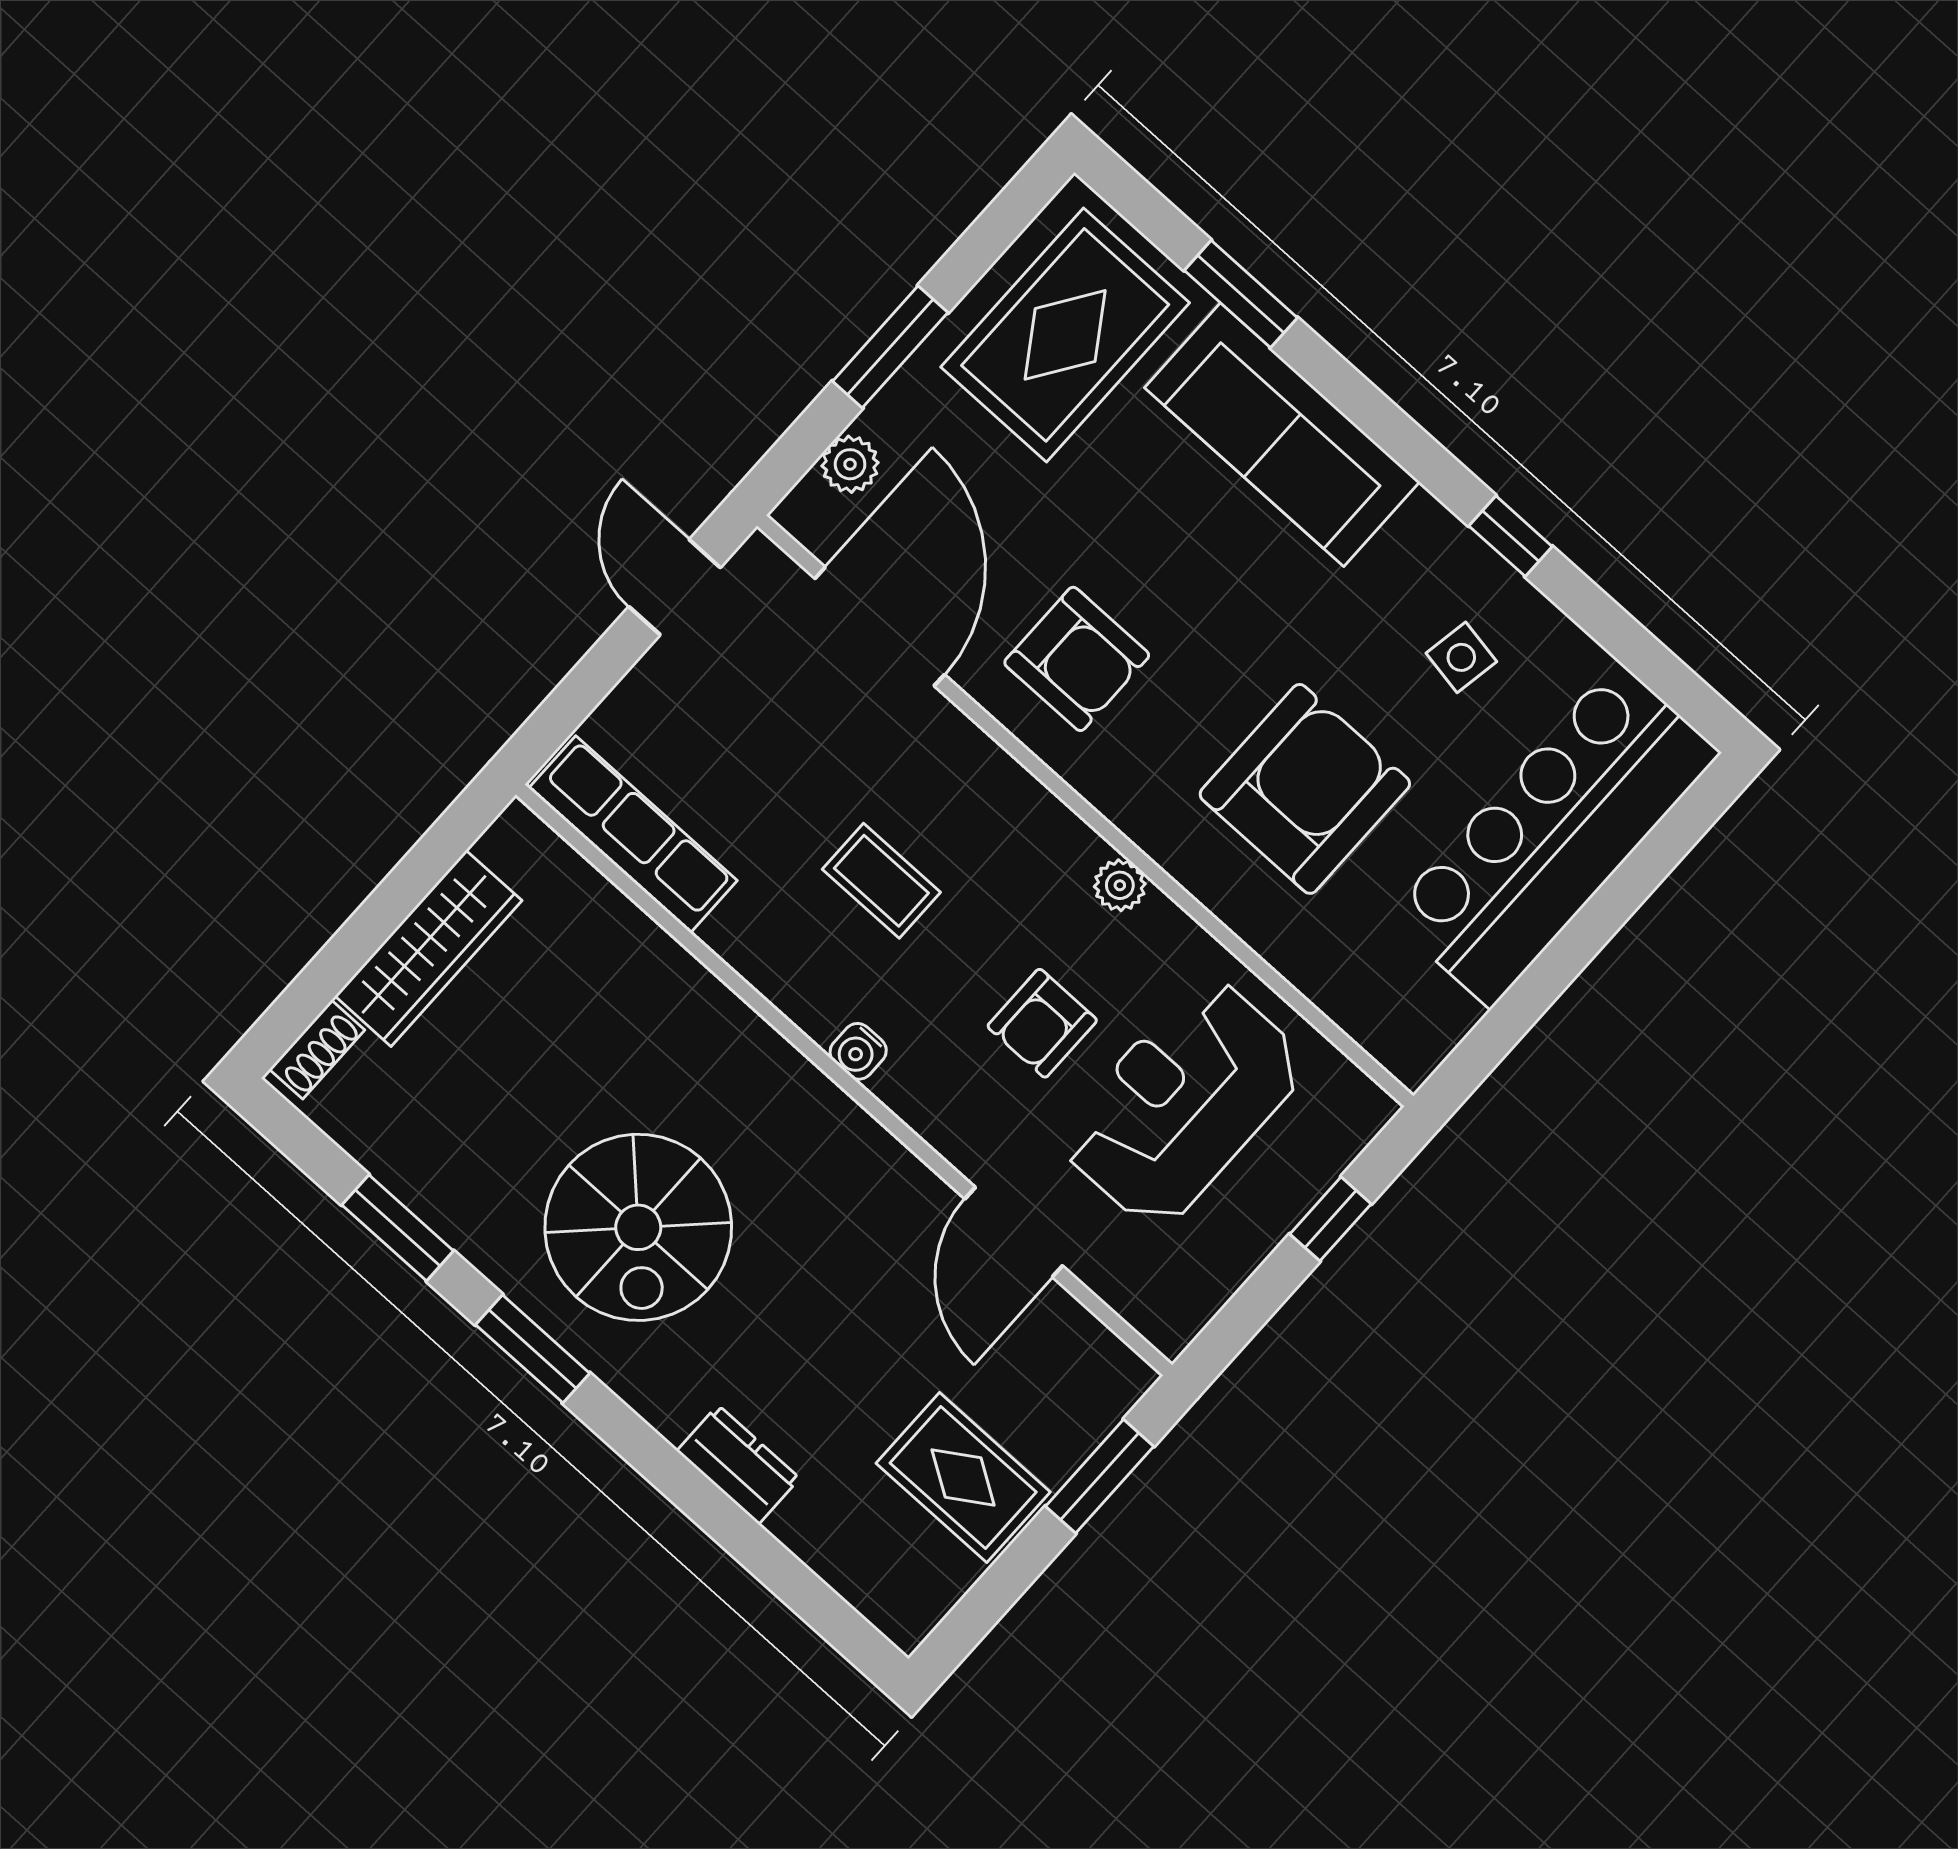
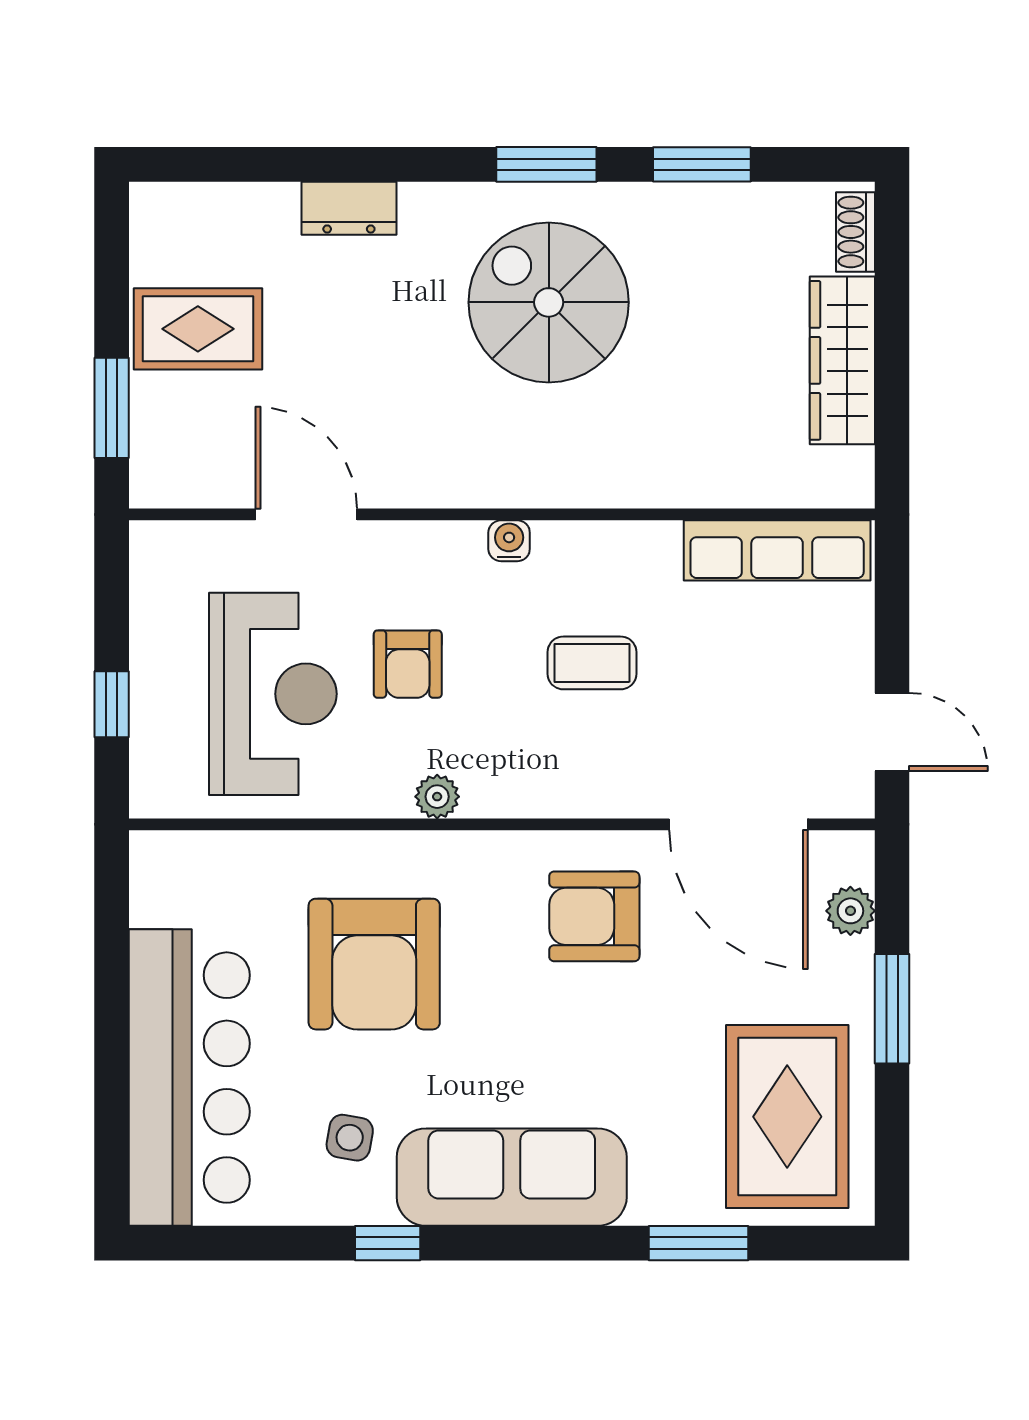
sofa: (1282, 435) -> (512, 1177), moved
armchair: (1042, 1023) -> (408, 664), turned 180

